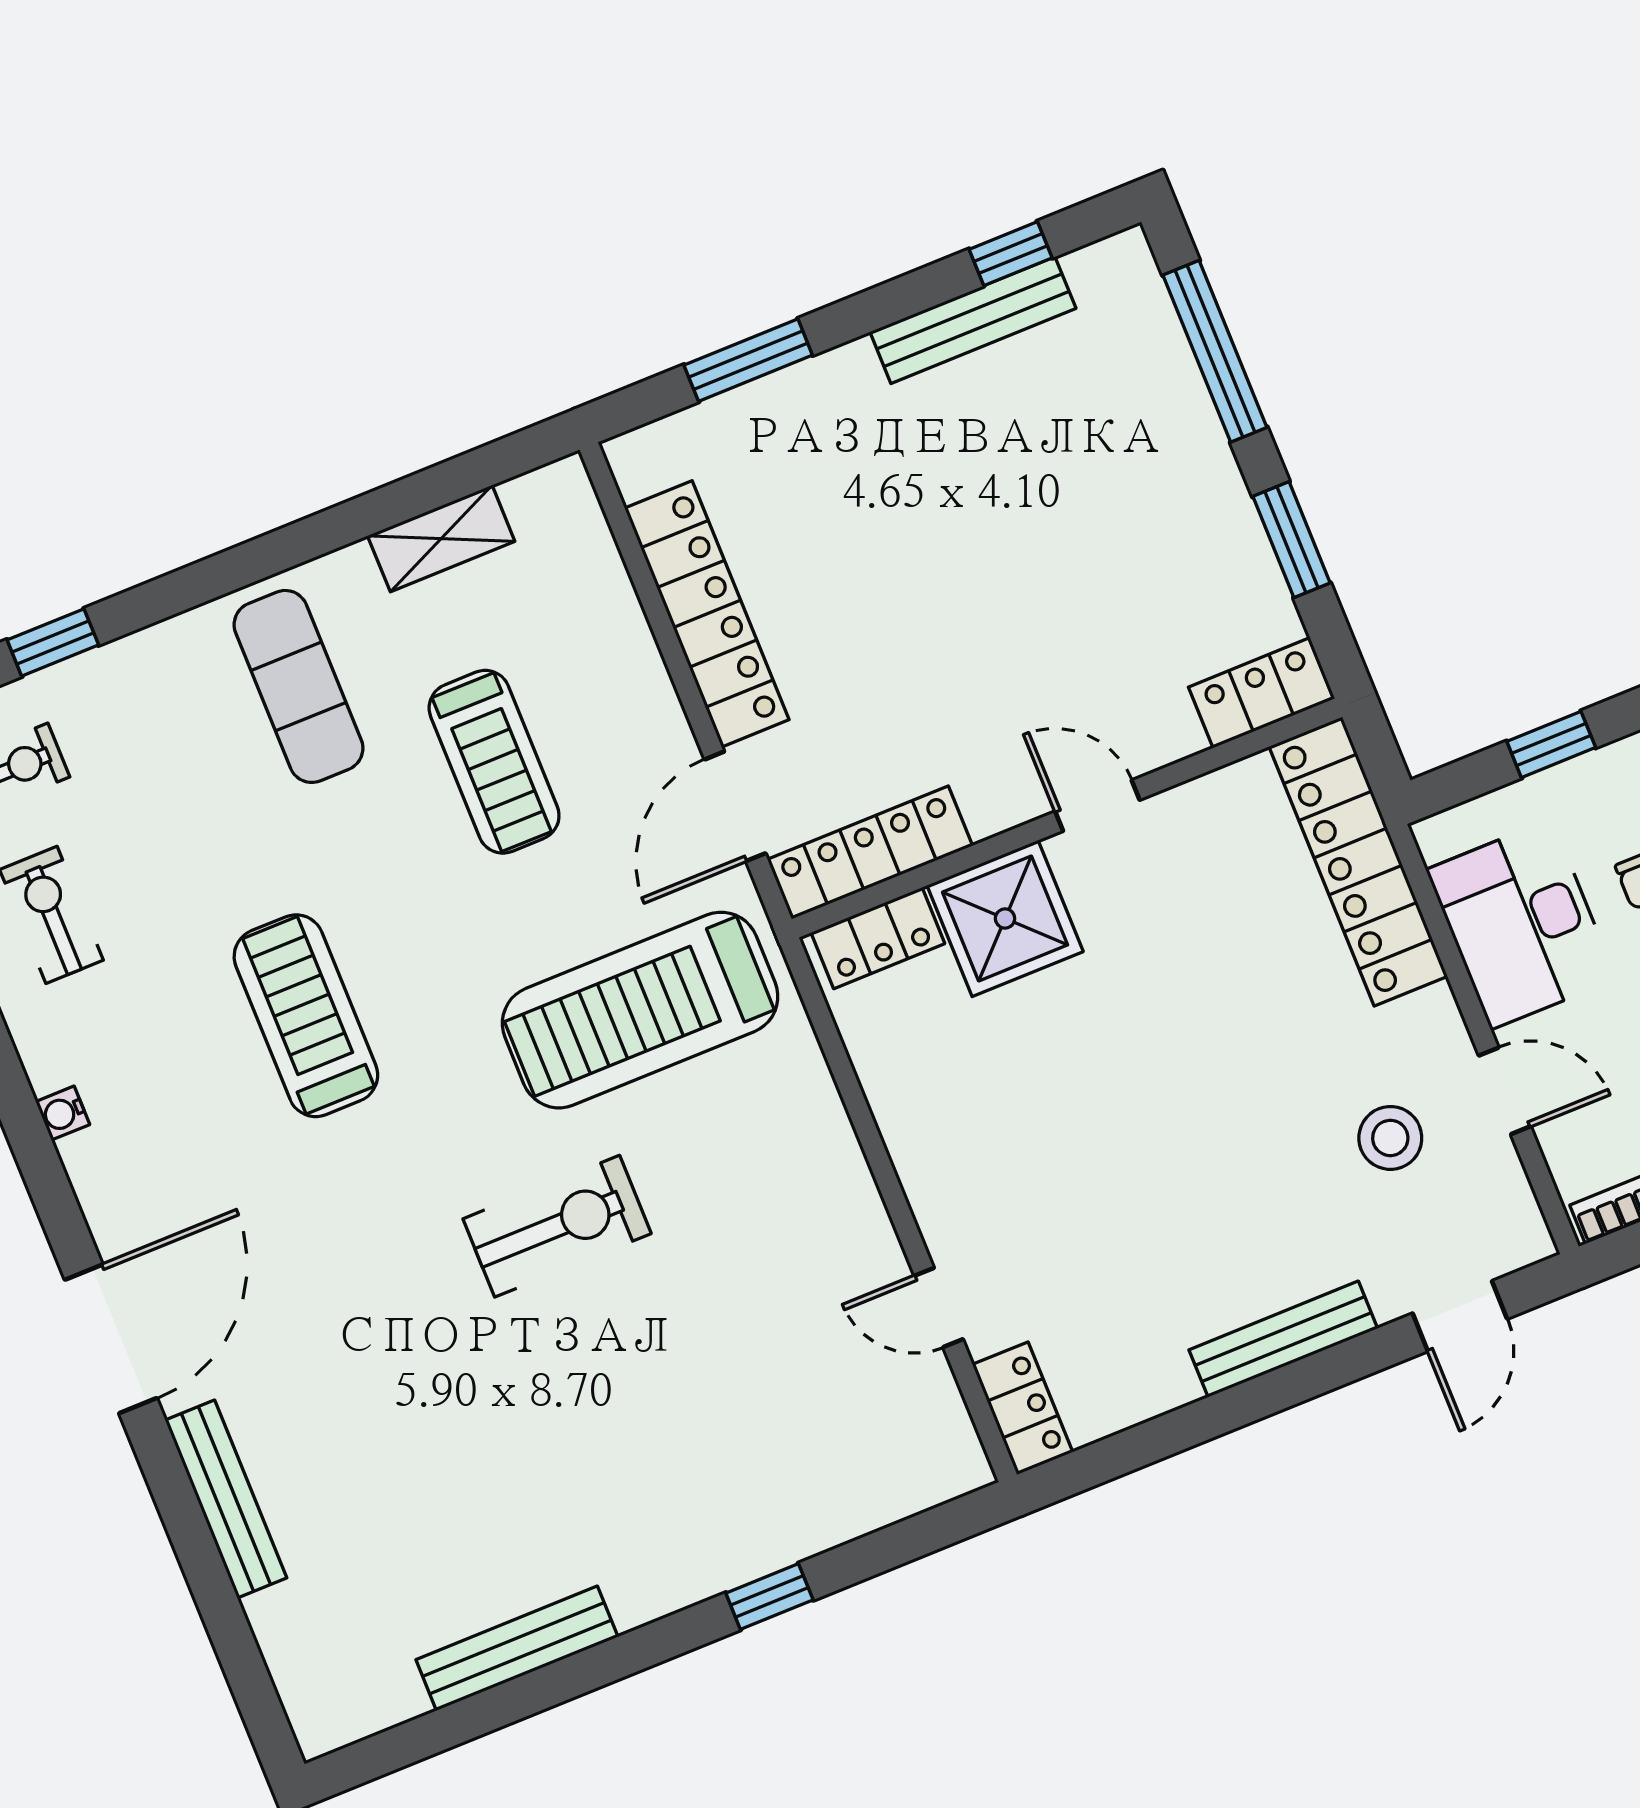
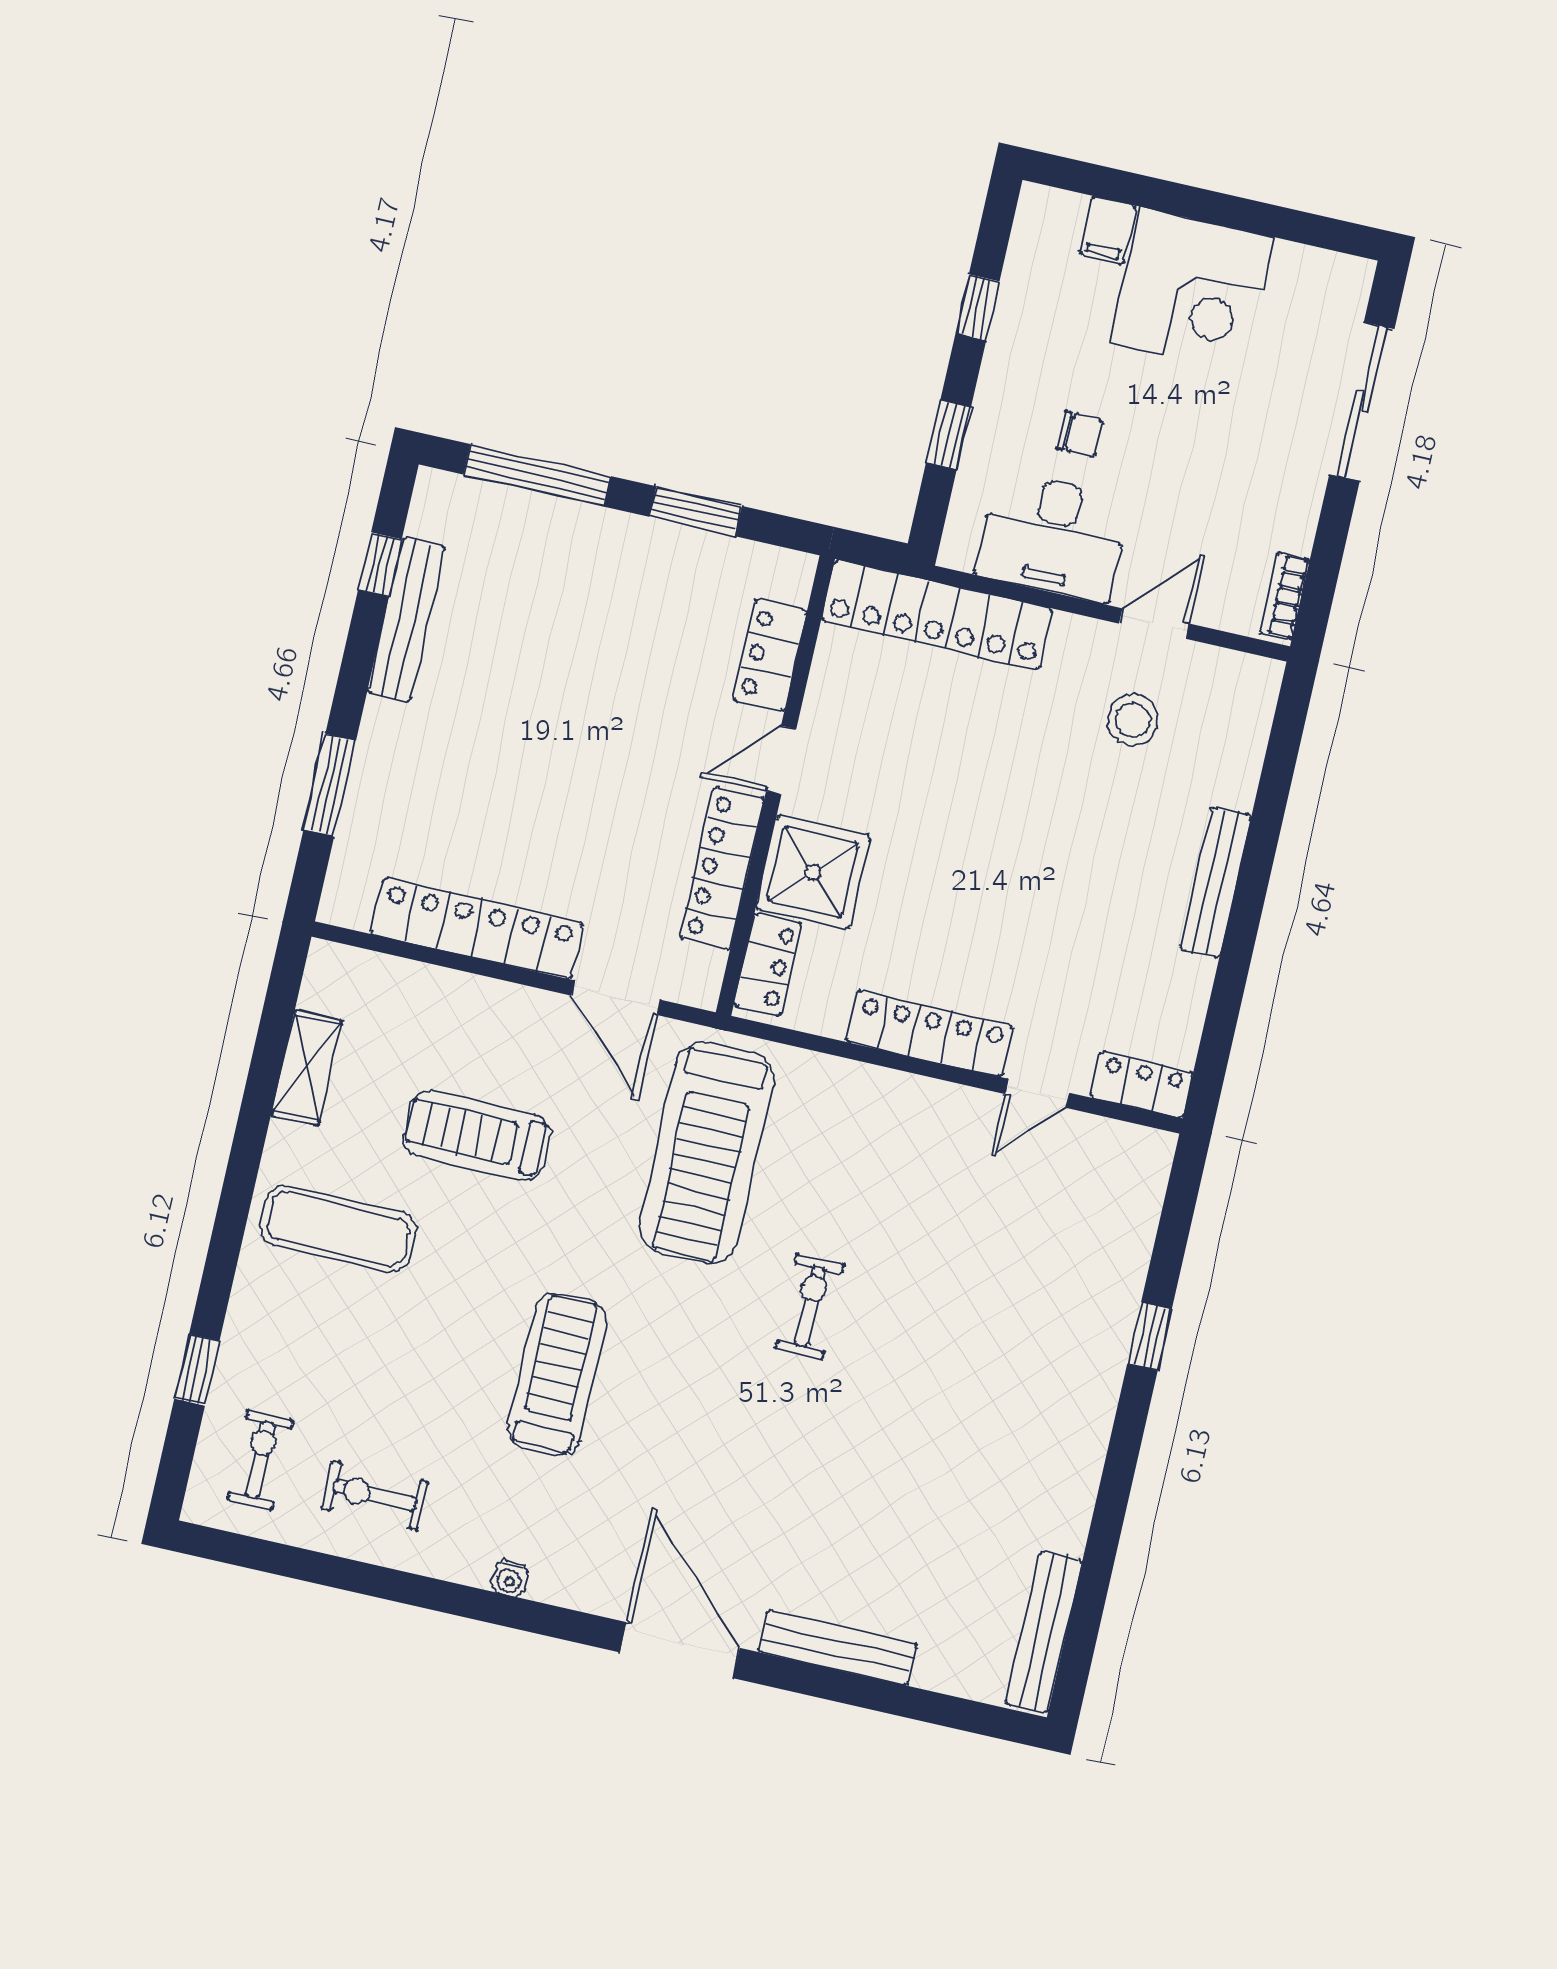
locker: (1261, 693) -> (770, 655), moved
treadmill: (494, 762) -> (477, 1135), turned 180
locker: (870, 853) -> (722, 868), moved
treadmill: (306, 1016) -> (557, 1375), turned 90
locker: (923, 1154) -> (930, 1034), added
exercise bike: (557, 1226) -> (810, 1306), width x0.73, depth x0.72
door: (1460, 1316) -> (1281, 756), removed
bench: (517, 1648) -> (1044, 1632), moved

